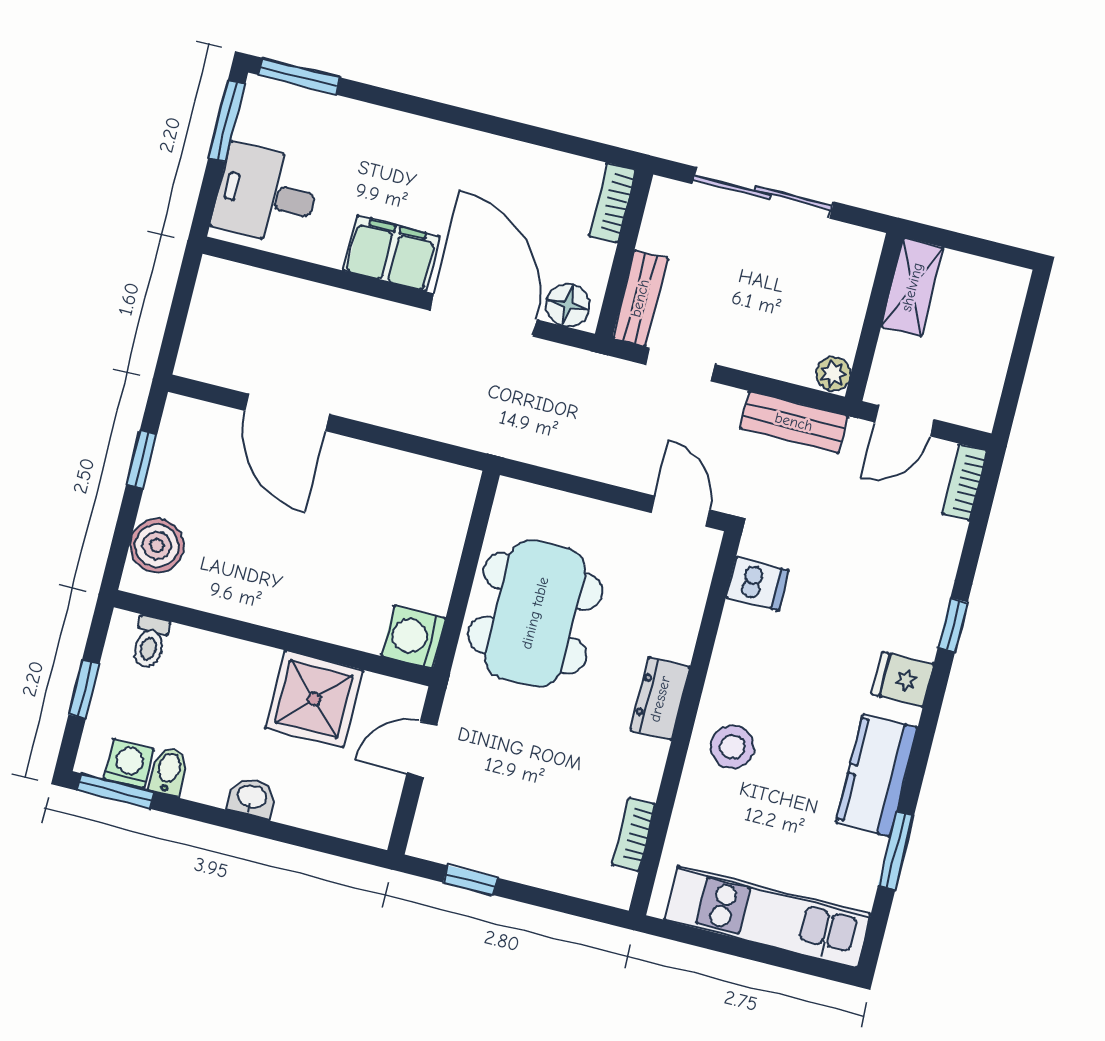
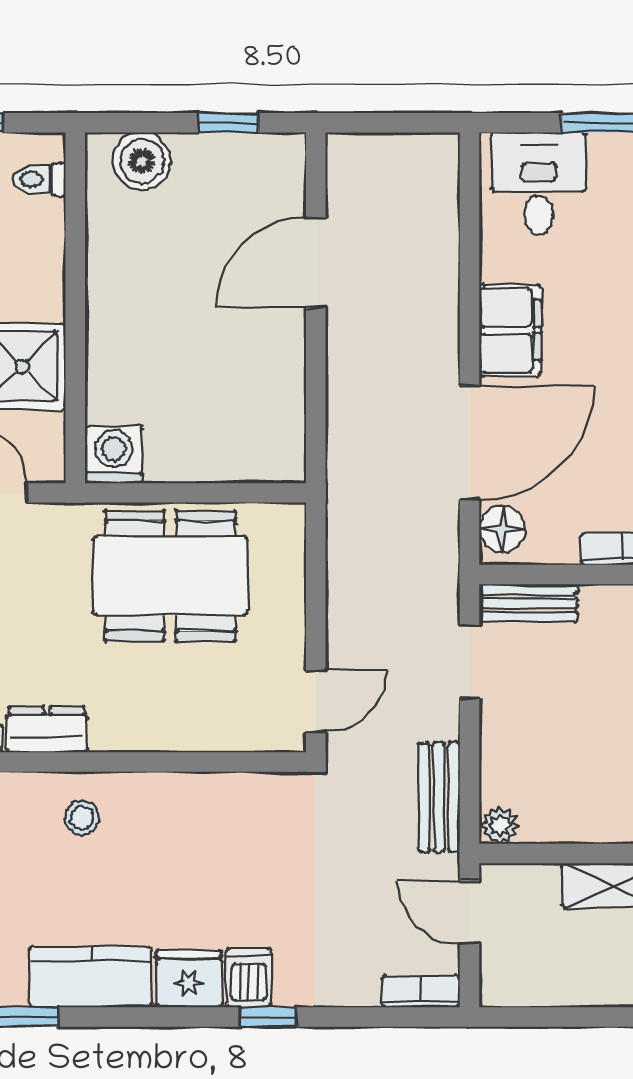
dishwasher: (757, 584) -> (249, 978), moved, turned 180
fridge: (903, 679) -> (189, 979), width x1.38
dresser: (660, 699) -> (47, 729), moved
stool: (732, 747) -> (82, 818), width x0.73, depth x0.73

